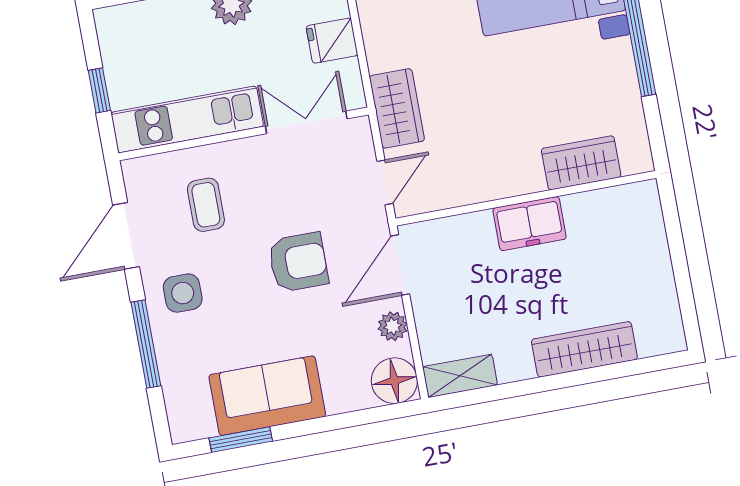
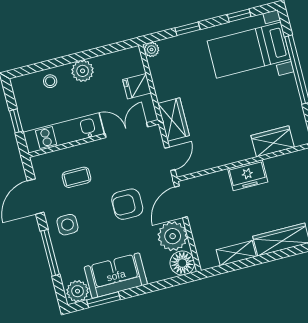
stool: (169, 20) -> (50, 81), added
coffee table: (206, 205) -> (76, 177), turned 90
armchair: (298, 262) -> (127, 204), turned 180
plant: (393, 326) -> (173, 236), width x1.87, depth x1.87
shelving: (460, 376) -> (236, 253), moved
plant: (193, 420) -> (78, 291), added

